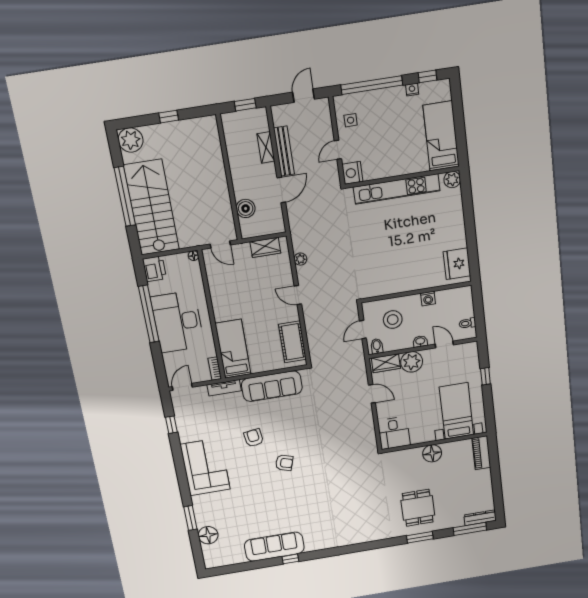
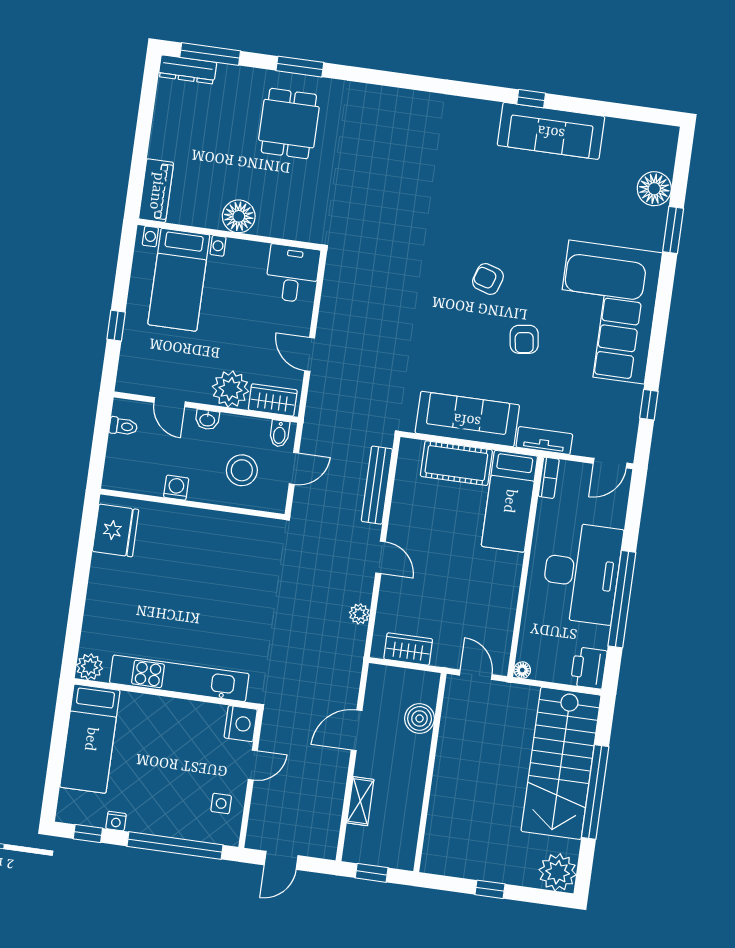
bench: (284, 151) -> (377, 485), moved
cot: (292, 342) -> (456, 463), moved, turned 90
corner sofa: (205, 467) -> (607, 312), width x1.36, depth x1.36

